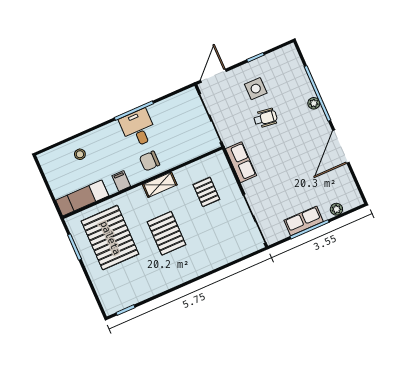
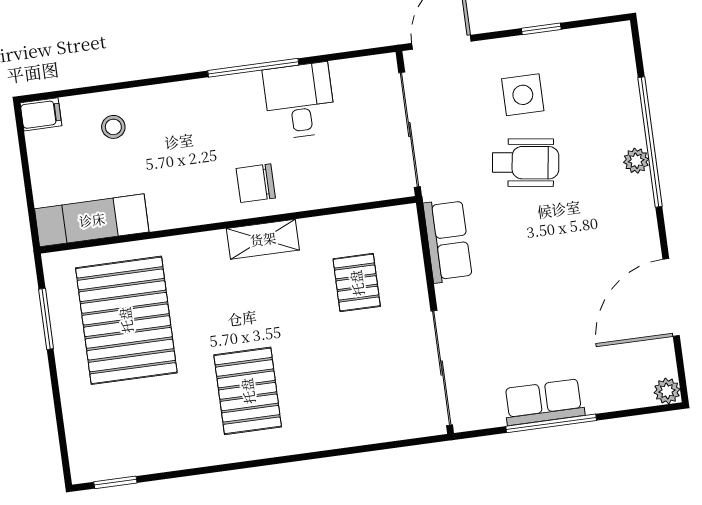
wheelchair: (265, 118) -> (525, 163), width x1.36, depth x1.37
desk: (138, 128) -> (299, 101), moved
door: (341, 146) -> (671, 297), moved
filing cabinet: (121, 181) -> (41, 114), moved, turned 90
plant: (336, 209) -> (667, 391), moved
pallet: (167, 233) -> (248, 391), moved

